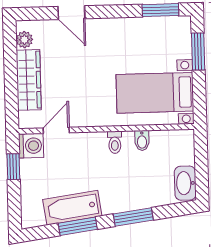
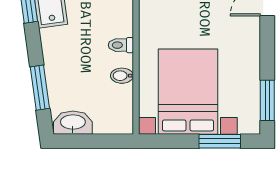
bed with nightstands: (155, 93) -> (188, 92), width x1.36
window: (133, 217) -> (40, 88), moved

